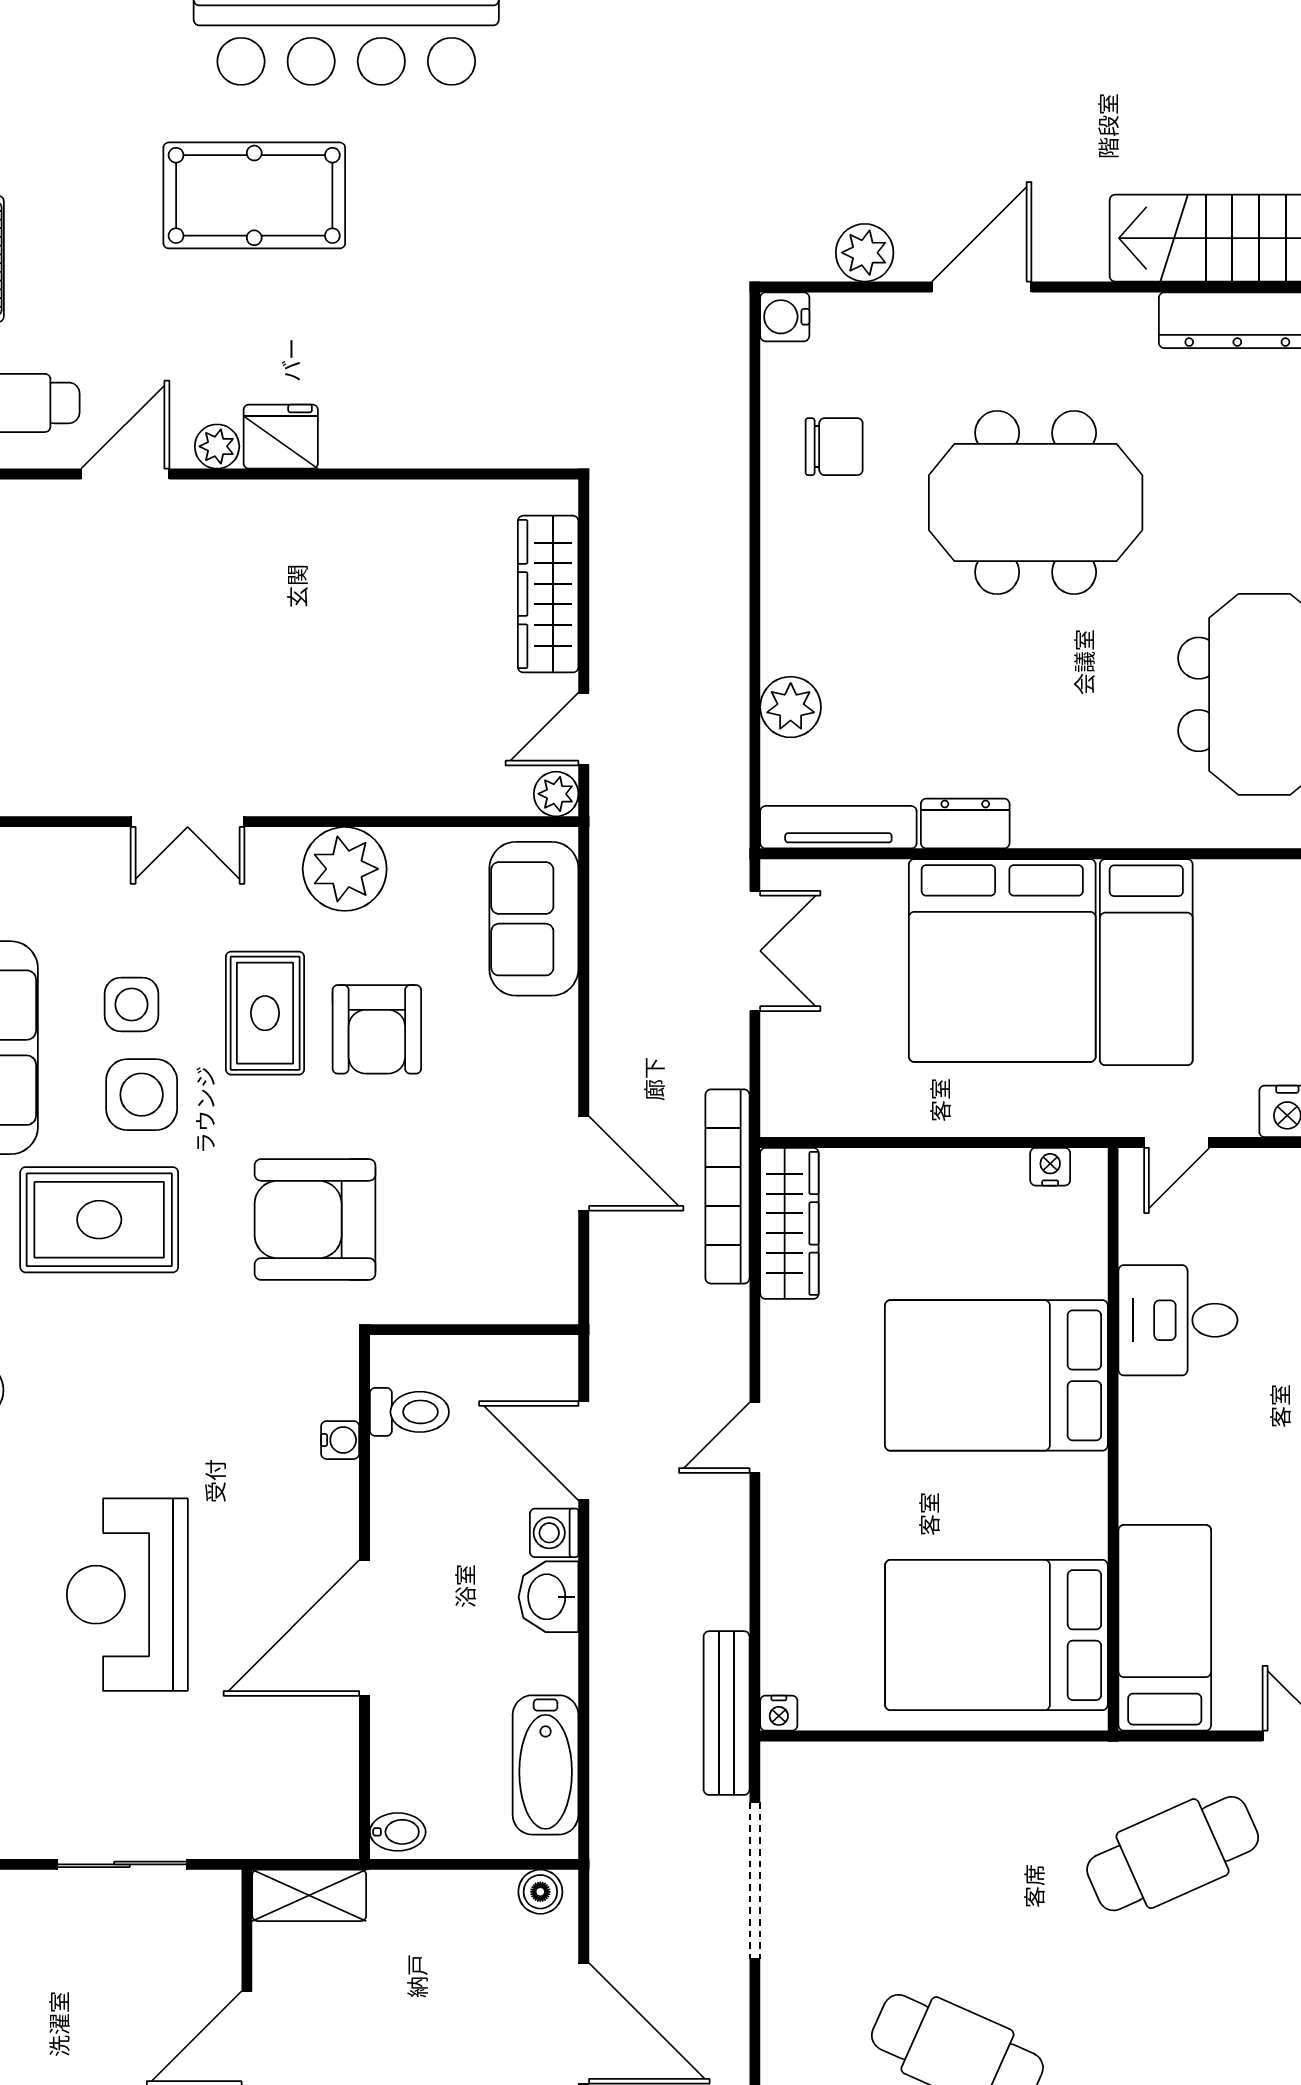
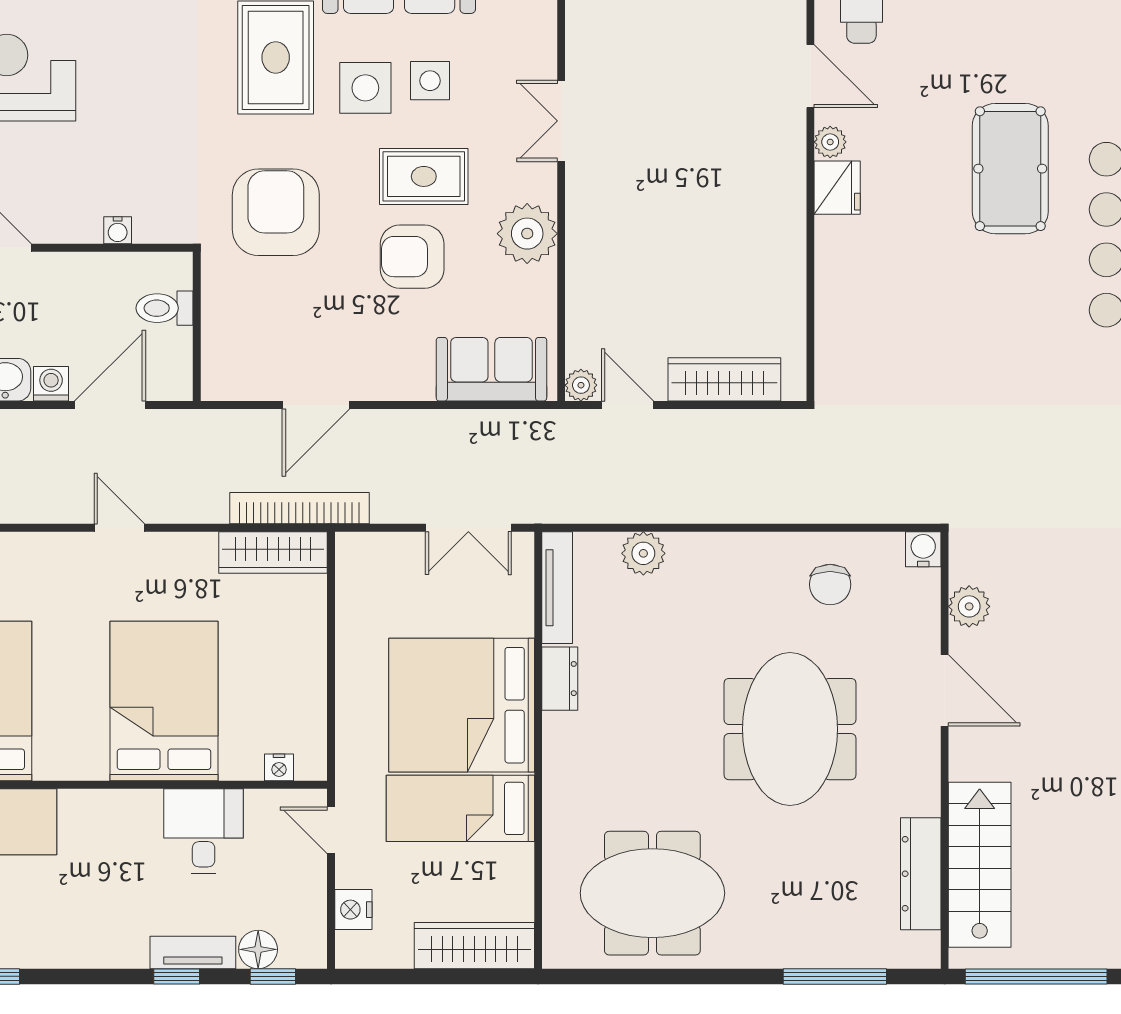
nightstand: (1050, 1167) -> (279, 767), moved, turned 90
toilet: (409, 1412) -> (165, 308), moved, turned 90

